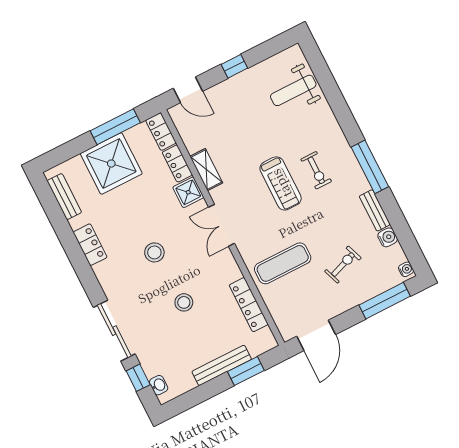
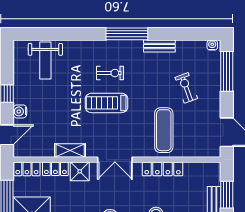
treadmill: (281, 183) -> (107, 103), turned 180
water cooler: (388, 237) -> (20, 111), moved, turned -90
locker: (249, 305) -> (163, 169), moved

